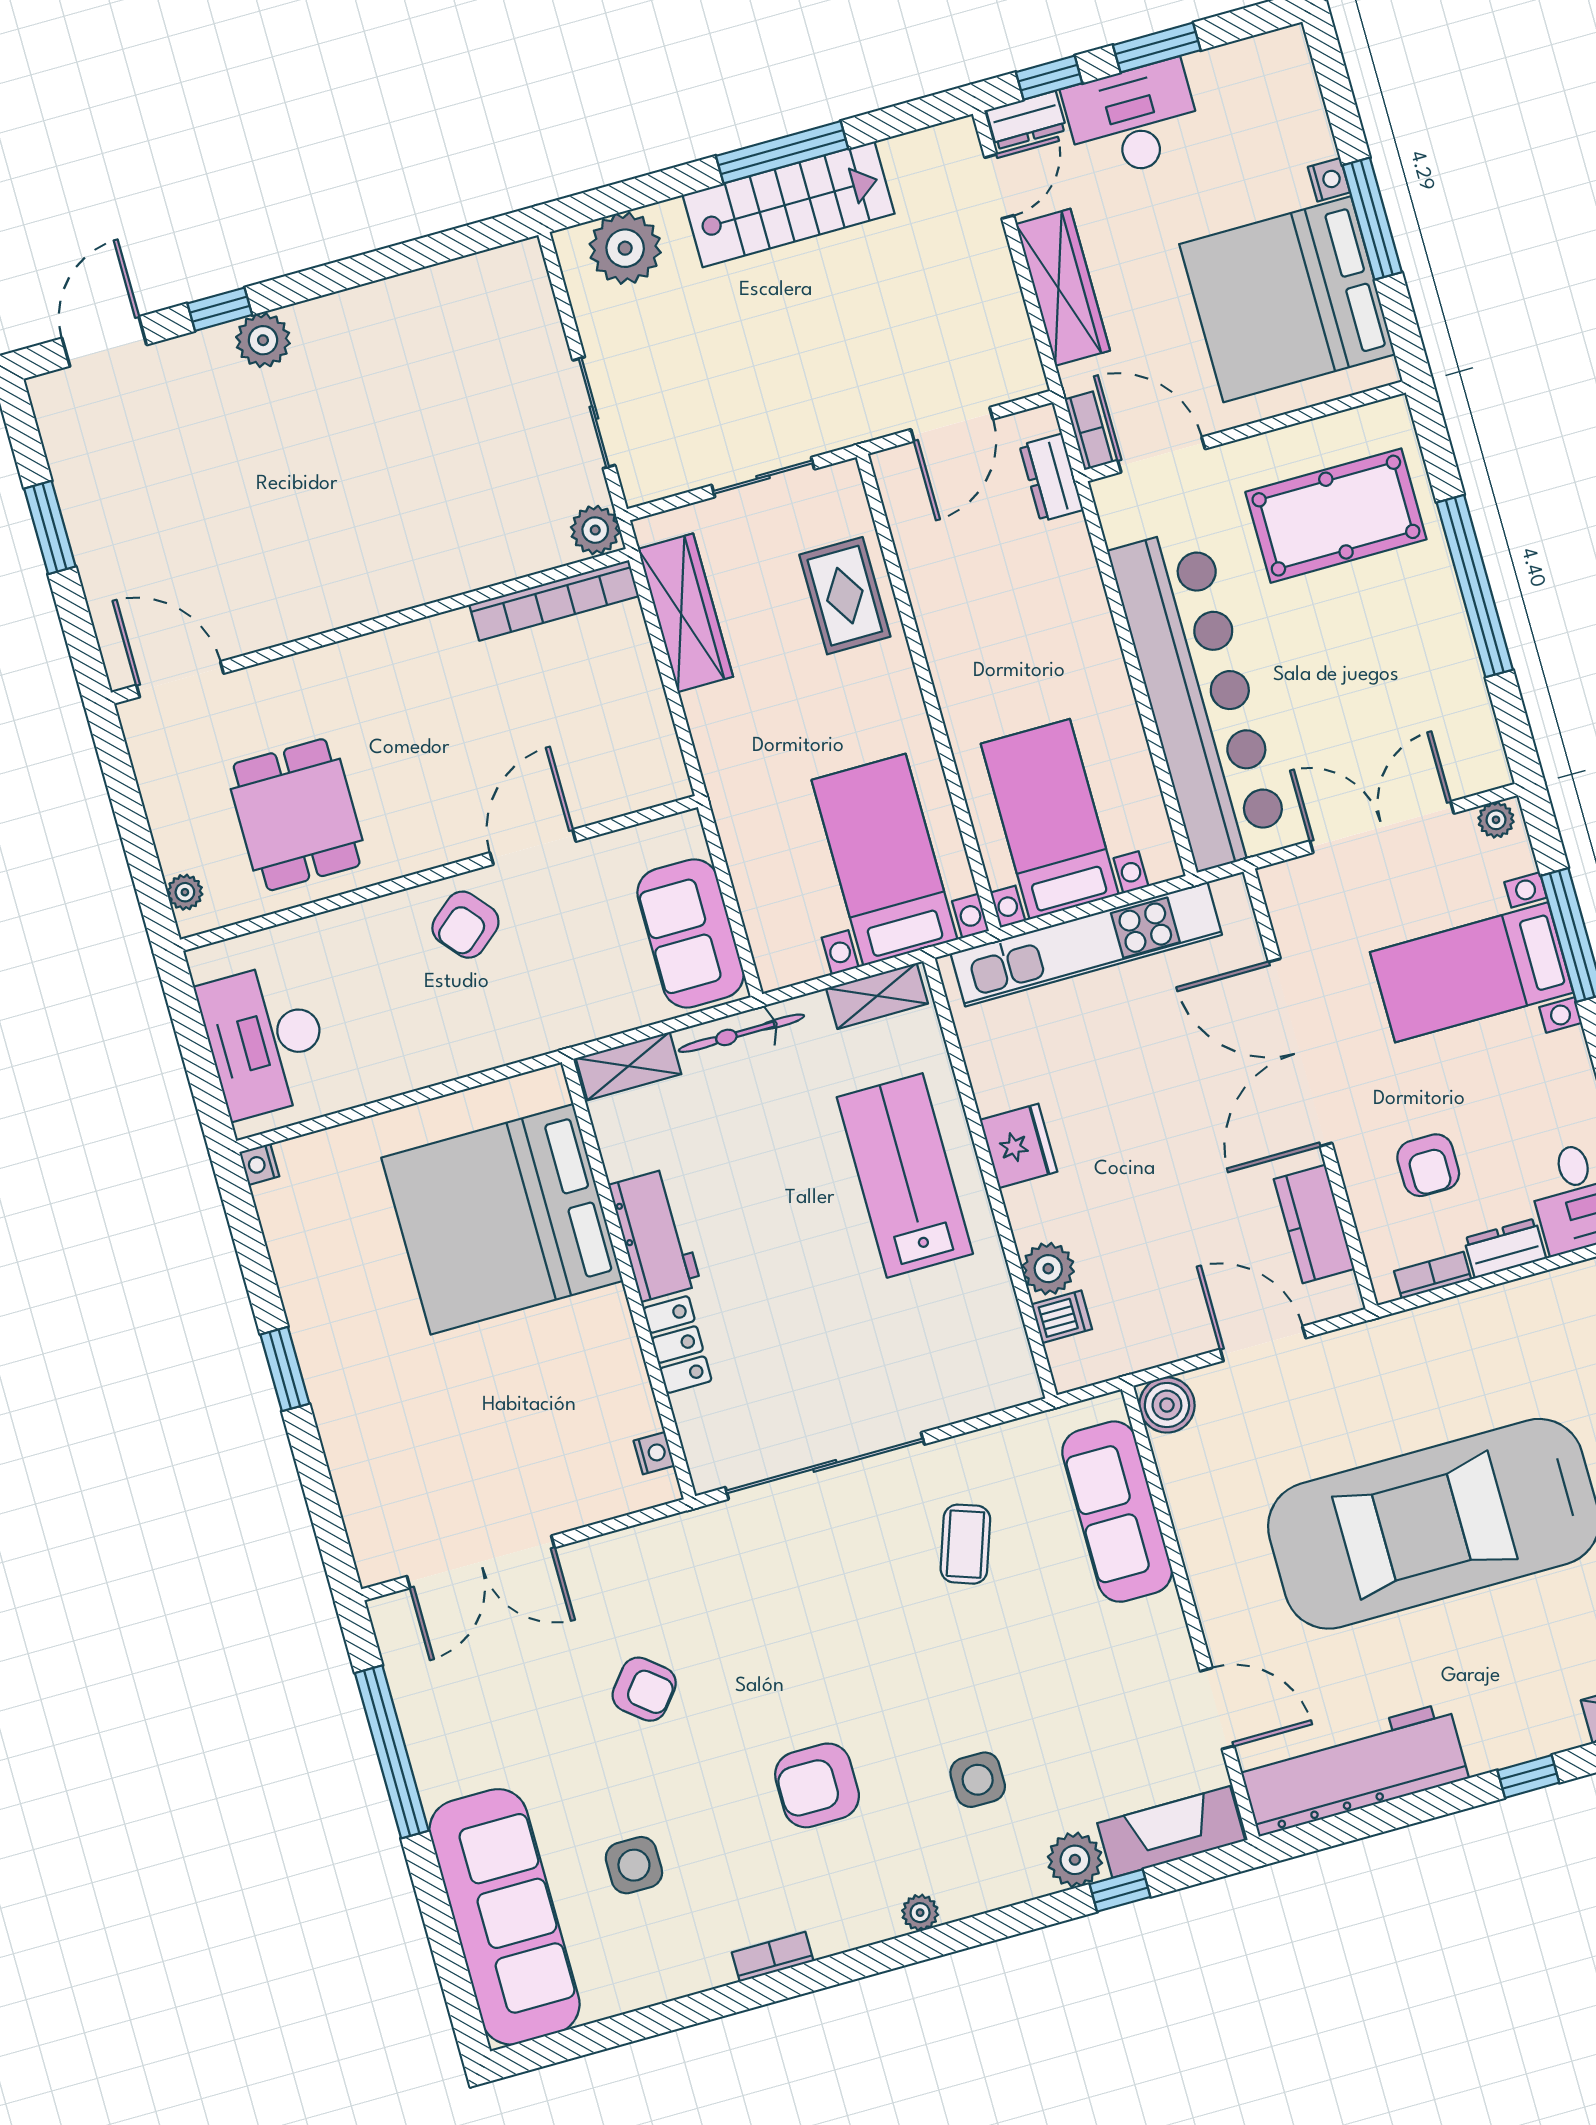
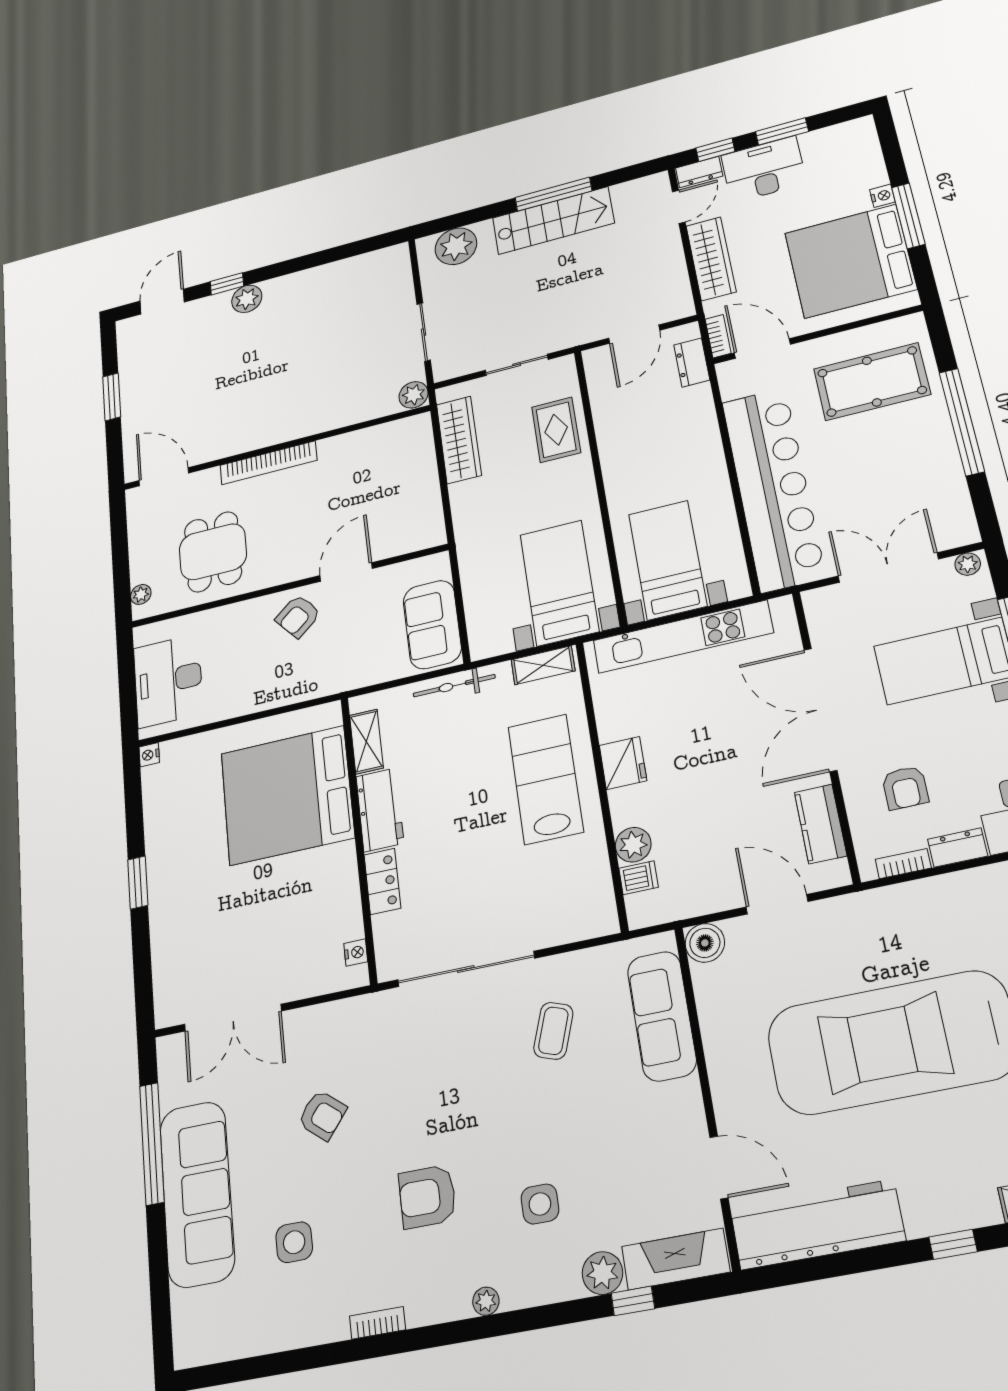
bookcase: (554, 600) -> (268, 463), moved
shelving: (628, 1066) -> (366, 741), moved, turned 90
sofa: (504, 1917) -> (197, 1194), moved

